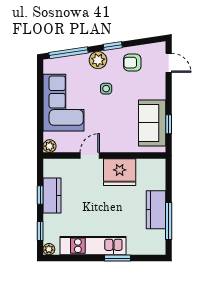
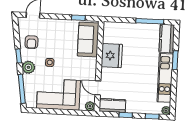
sofa: (152, 123) -> (88, 40), moved, turned 90
door: (90, 156) -> (98, 88), moved
kitchen counter: (52, 196) -> (112, 106), moved
kitchen counter: (156, 210) -> (167, 39), moved, turned 90

